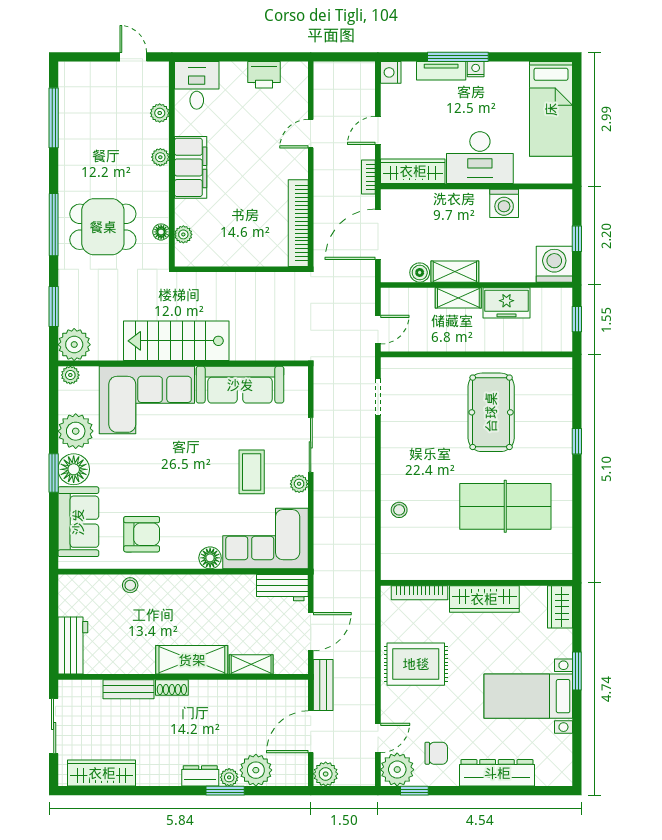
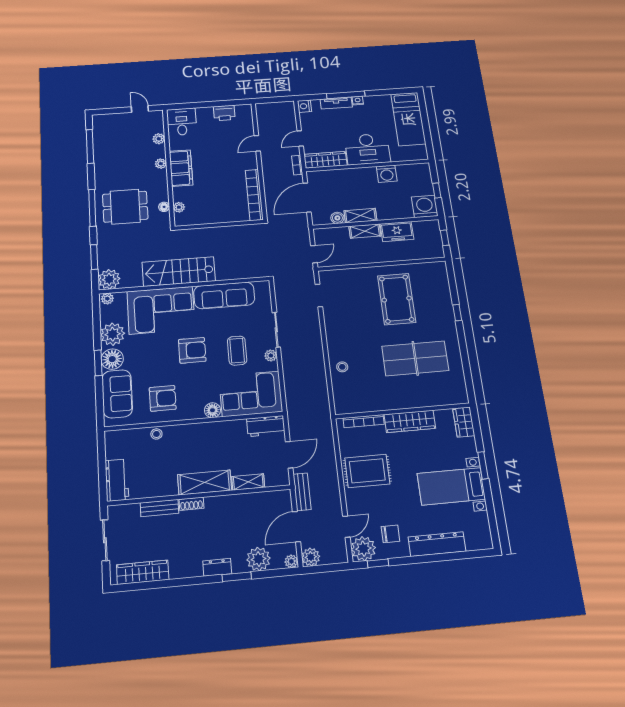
armchair: (188, 466) -> (192, 350), added
plant: (229, 777) -> (291, 561), moved

